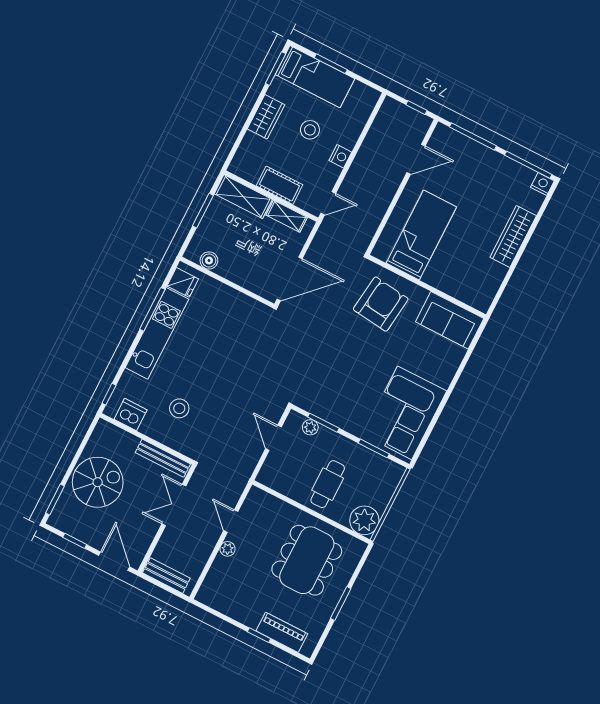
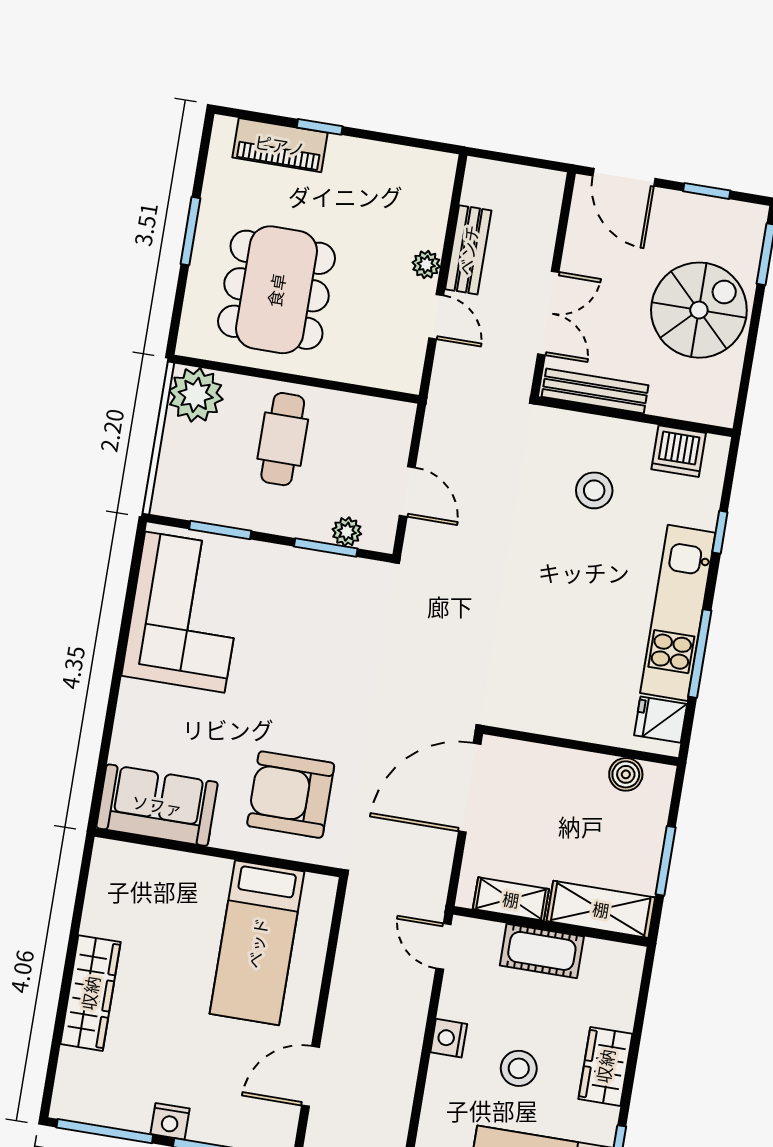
nightstand: (542, 184) -> (170, 1121), moved
door: (328, 203) -> (443, 946), hinge flipped
armchair: (381, 304) -> (291, 795), turned 83
window: (109, 394) -> (720, 532), moved
spiral stairs: (98, 482) -> (699, 310), turned 180
bench: (166, 576) -> (468, 250), moved, turned 90

